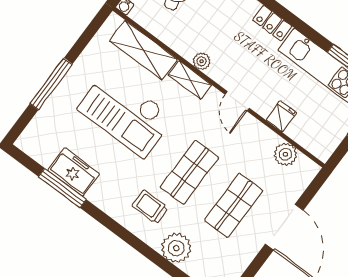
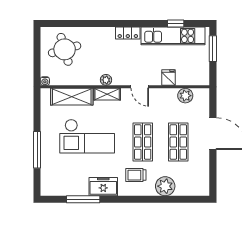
freezer: (74, 172) -> (103, 187), moved

